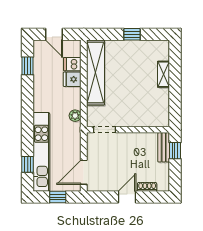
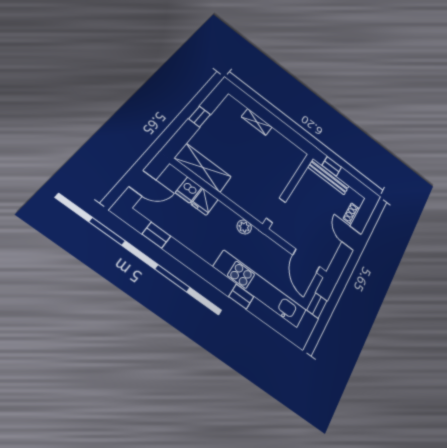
shelving: (95, 72) -> (203, 168), width x0.68
bench: (164, 147) -> (328, 177), width x1.36
window: (28, 164) -> (241, 297), moved

